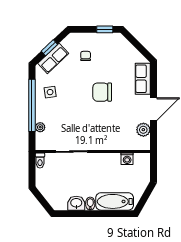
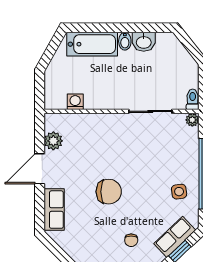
plant: (40, 127) -> (192, 120), moved

